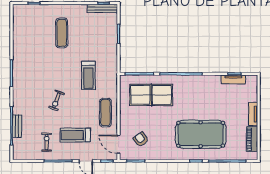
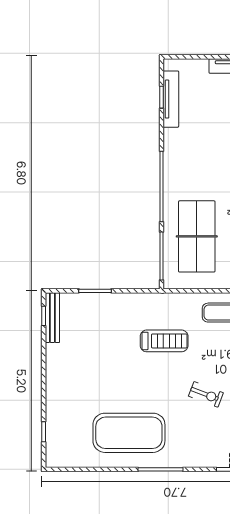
exercise mat: (62, 33) -> (129, 433), moved, width x2.00, depth x1.45
tv unit: (233, 79) -> (171, 99), width x1.41

